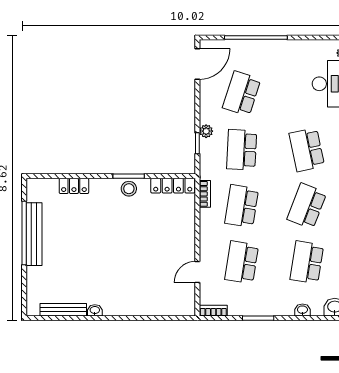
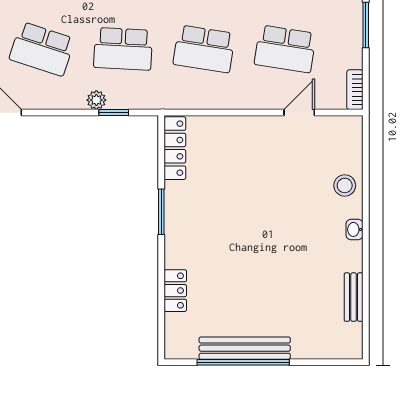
stool: (129, 189) -> (345, 185), moved
bookcase: (205, 194) -> (187, 102), removed
door: (197, 272) -> (299, 113), swing flipped
bench: (63, 310) -> (354, 297), width x0.73
washbasin: (95, 310) -> (354, 229), moved

